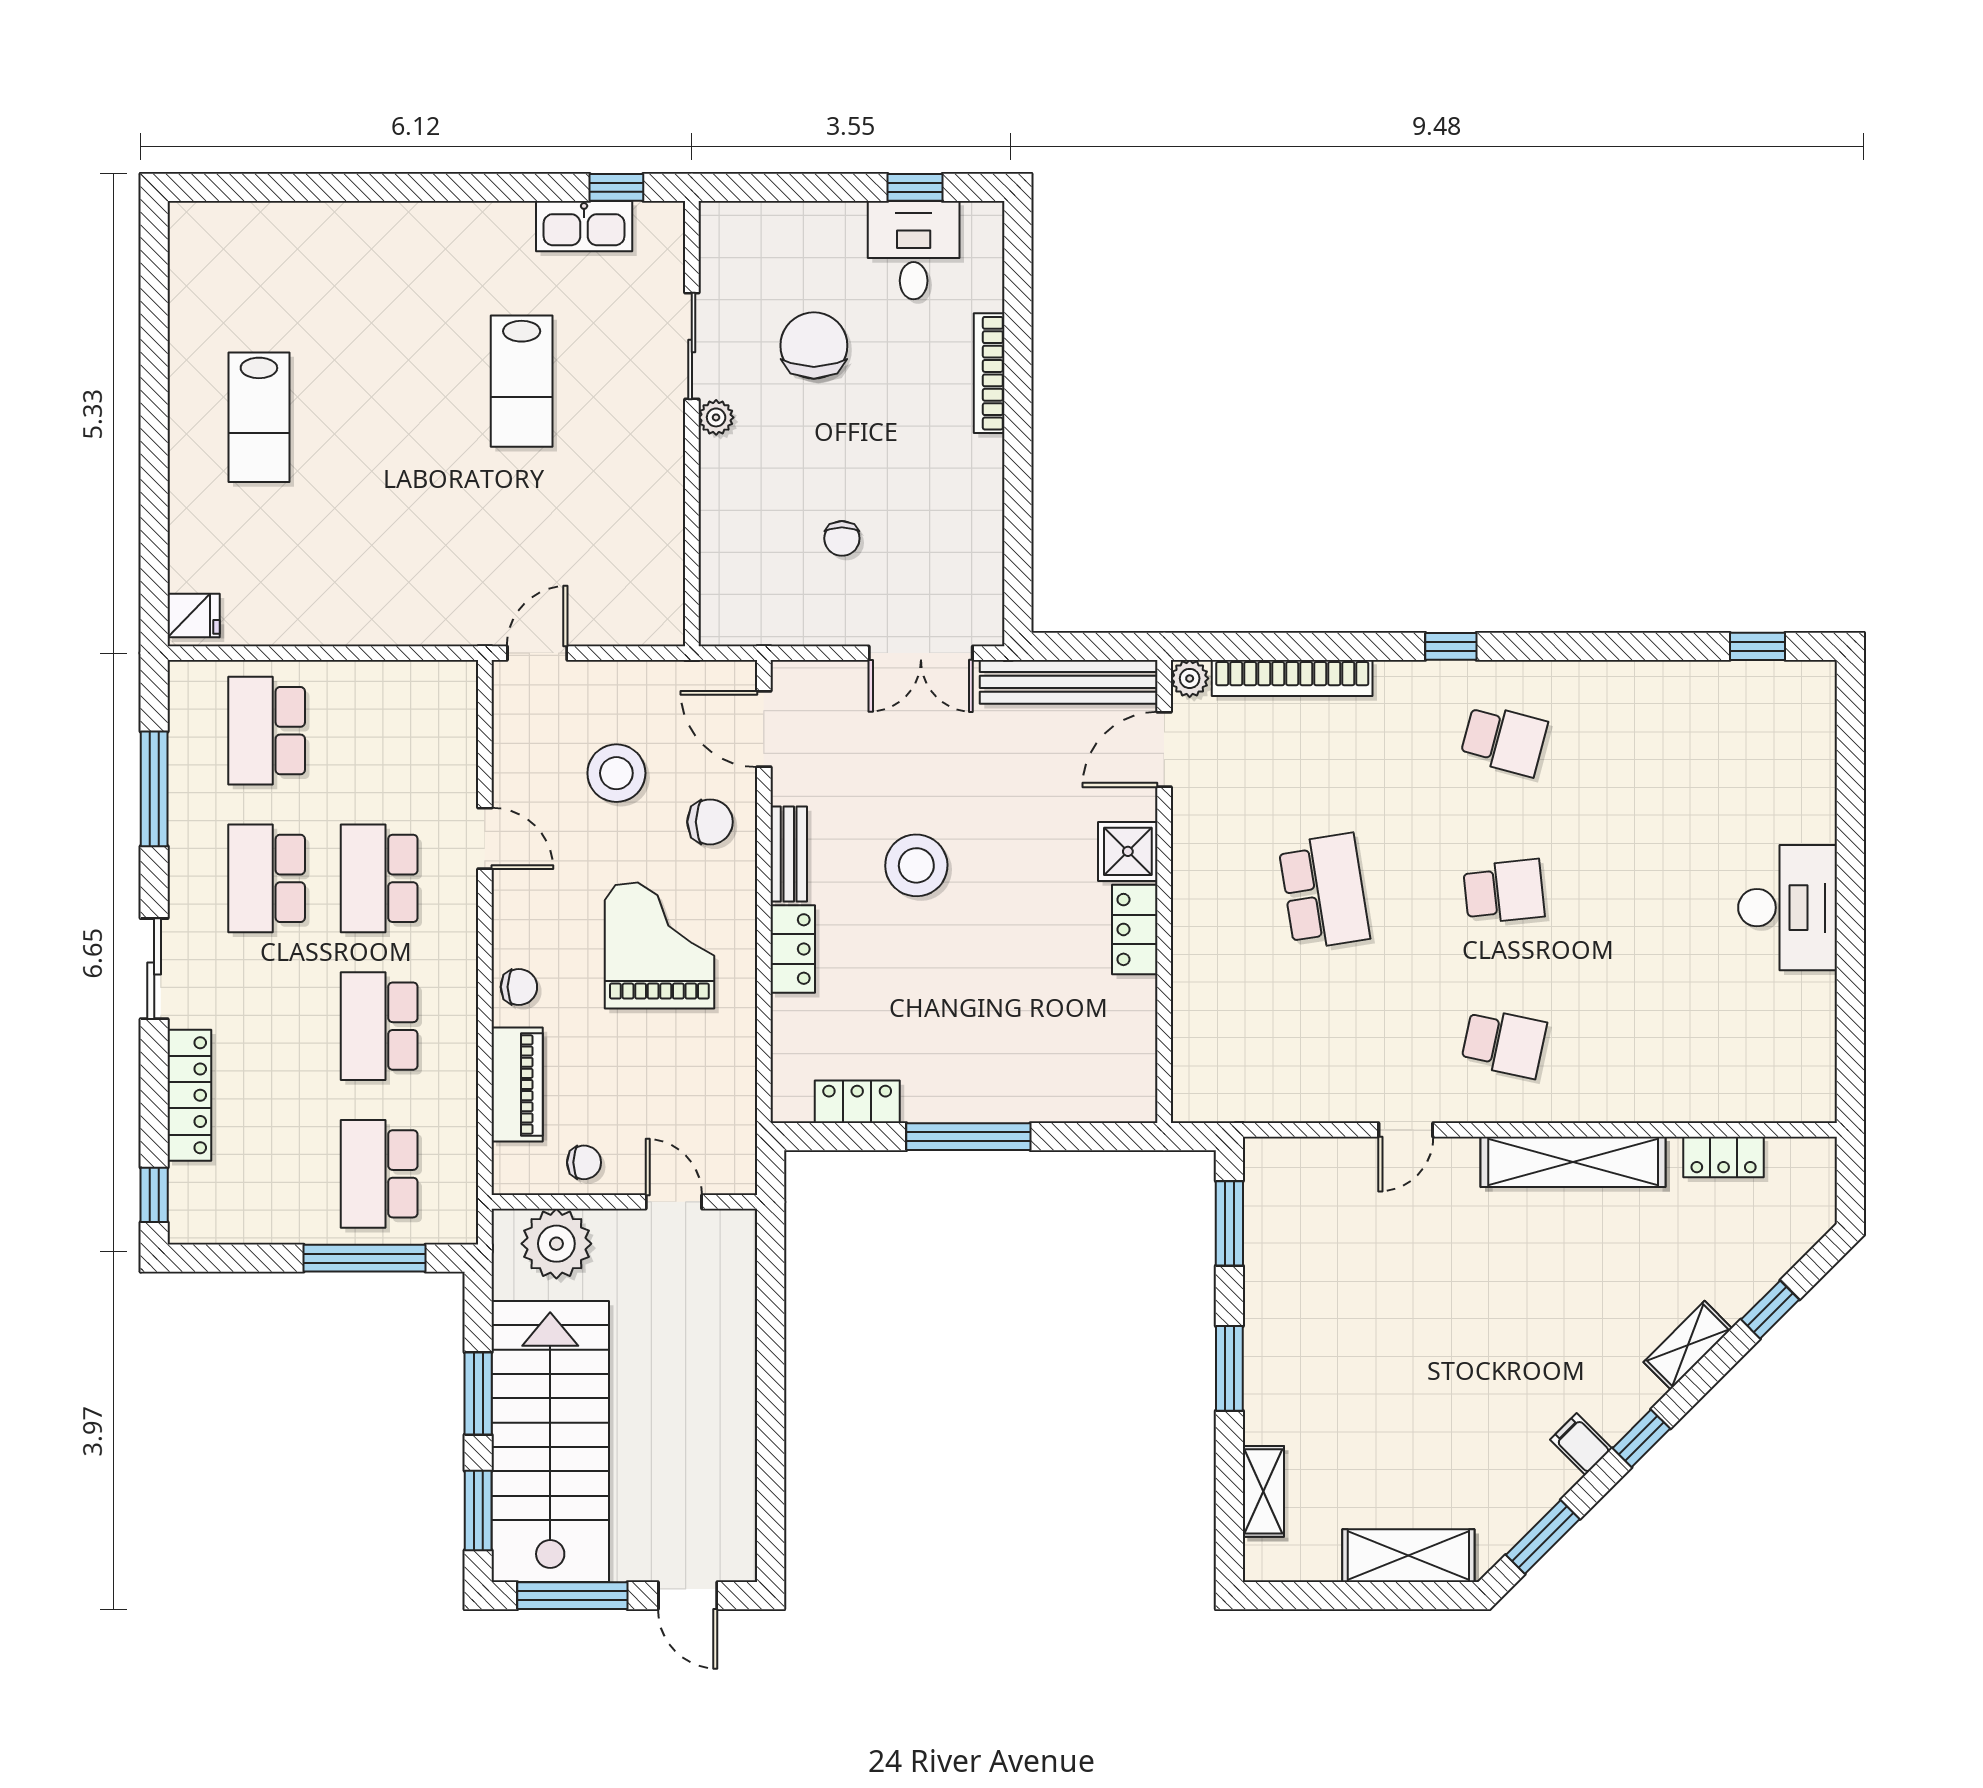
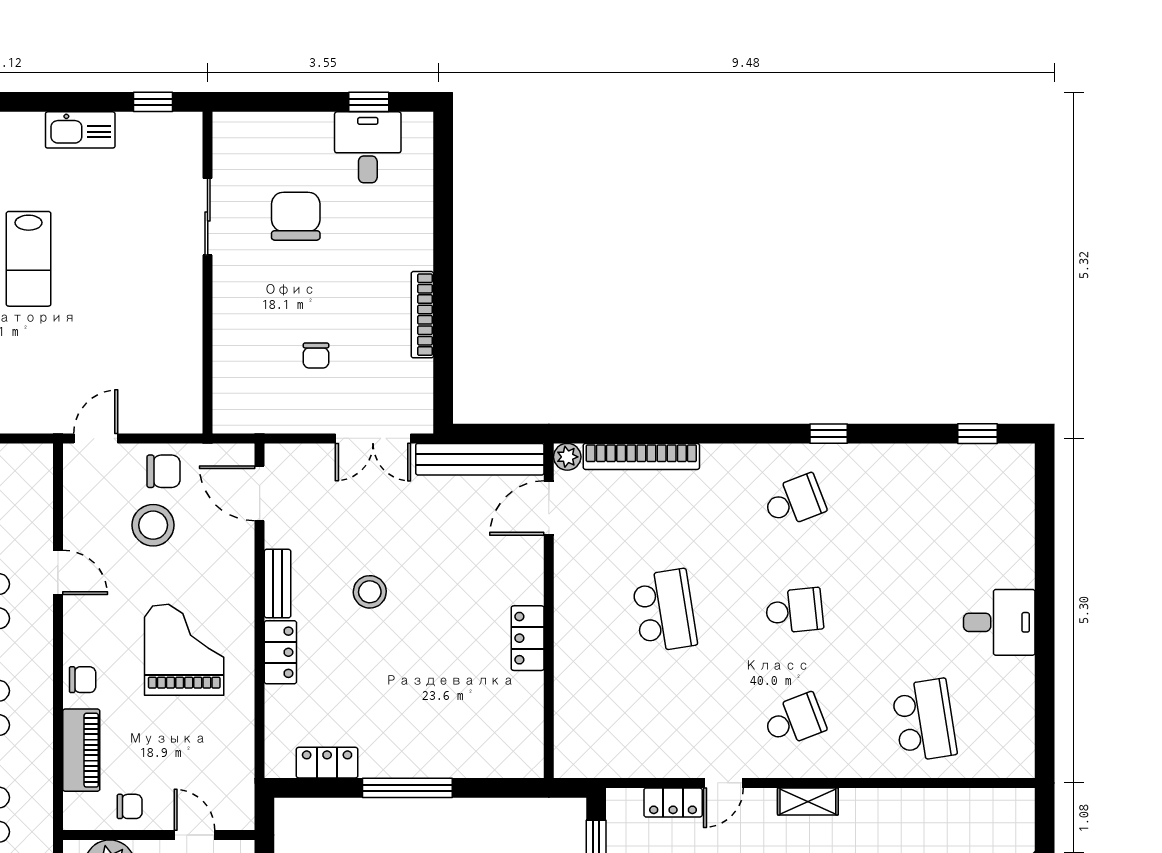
kitchen sink: (584, 226) -> (80, 130), moved
bookcase: (989, 373) -> (422, 315), moved
lab bench: (522, 381) -> (29, 259), moved
plant: (716, 417) -> (225, 268), removed
window: (1451, 646) -> (829, 434), moved
school desk: (1504, 740) -> (794, 501), turned -36
chair: (710, 822) -> (164, 471), moved
shower: (1128, 851) -> (523, 582), removed
stool: (916, 865) -> (370, 592), width x0.73, depth x0.73
desk: (1788, 908) -> (999, 622), width x0.73
school desk: (1504, 1043) -> (794, 720), turned -33
school desk: (1684, 1043) -> (924, 720), added
locker: (1724, 1157) -> (673, 803), moved
shelving: (1573, 1162) -> (808, 802), width x0.45, depth x0.75

